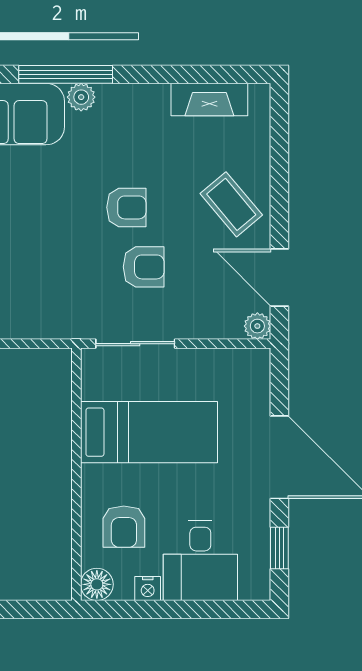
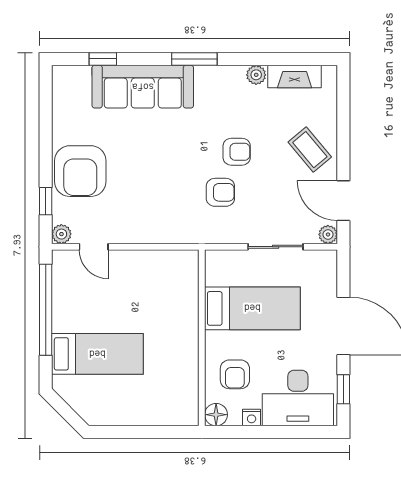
window: (66, 74) -> (194, 59), width x0.69
plant: (81, 97) -> (256, 75), moved
armchair: (144, 267) -> (220, 192), moved
sliding door: (135, 344) -> (276, 247), moved
desk: (200, 561) -> (298, 398), width x1.37

